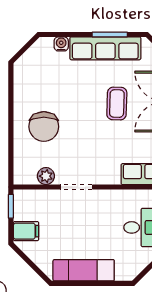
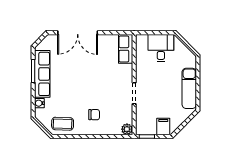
coffee table: (117, 104) -> (63, 124), moved
chair: (44, 127) -> (94, 115), width x0.54, depth x0.54
plant: (46, 176) -> (127, 129), moved

